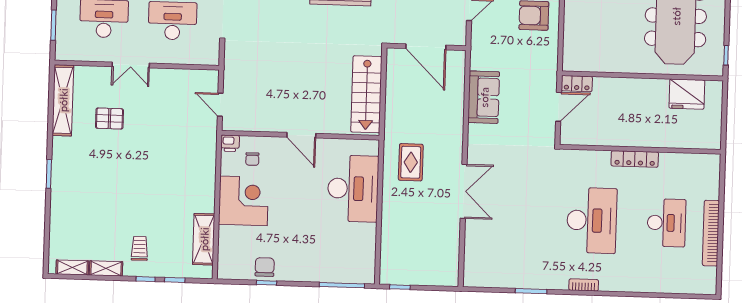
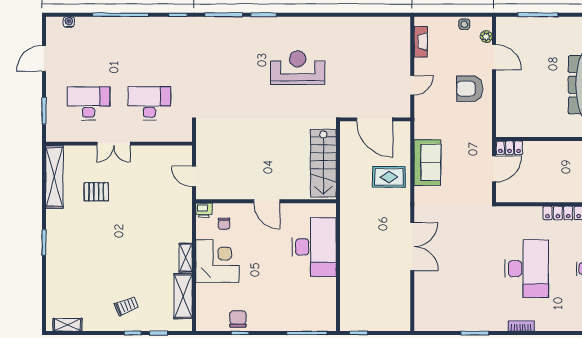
rug: (411, 162) -> (389, 177), moved, turned 90
trolley: (140, 248) -> (127, 306), turned 68
shelving: (106, 268) -> (186, 258), moved, turned 90

